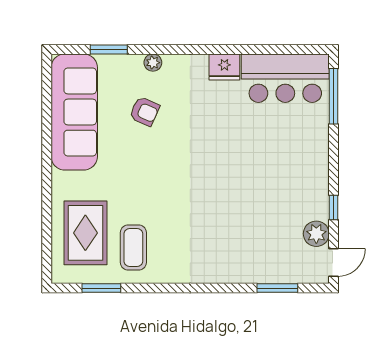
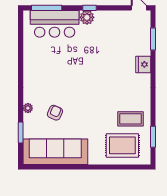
fridge: (224, 67) -> (143, 64), moved, turned 180
bar counter: (285, 78) -> (55, 24), moved, turned 90
window: (333, 207) -> (90, 8), moved
plant: (316, 234) -> (87, 17), moved

